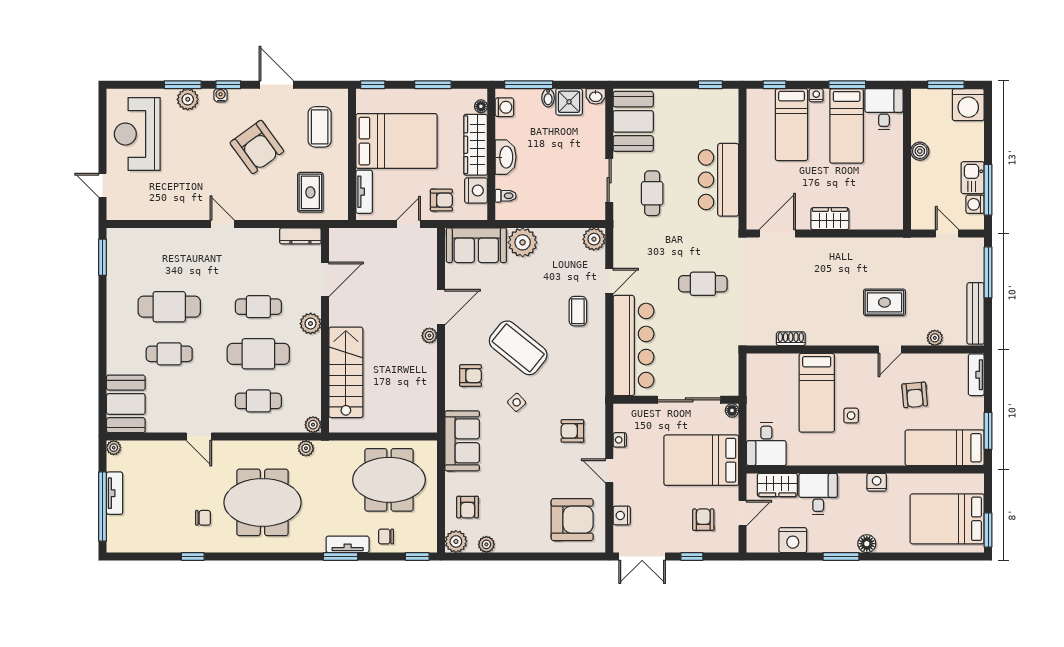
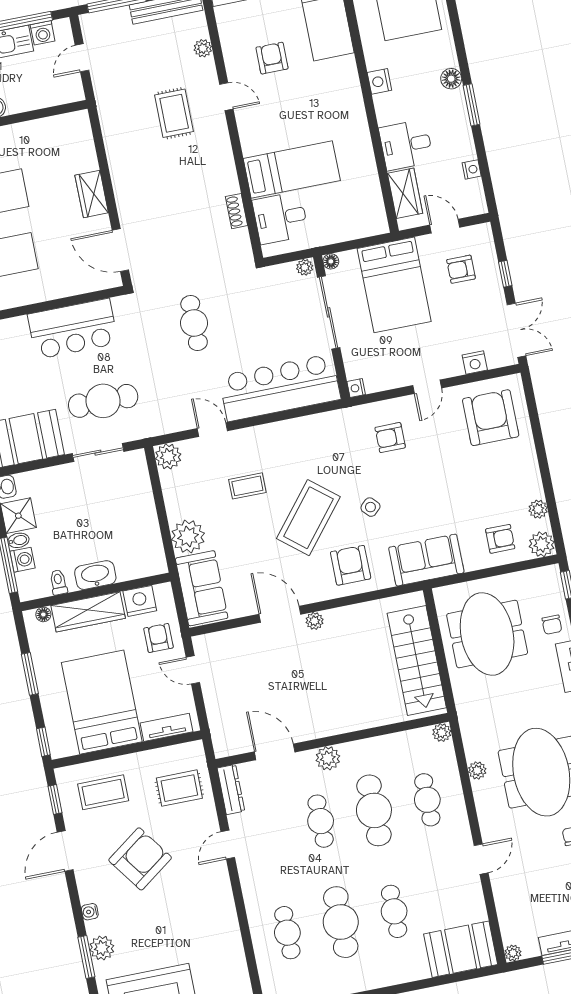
window: (228, 85) -> (55, 800), moved
washing machine: (504, 107) -> (22, 560), moved, turned 90
cafe table: (652, 193) -> (103, 401), width x1.37, depth x1.35
toilet: (506, 196) -> (58, 582), moved
door: (222, 224) -> (228, 845), moved
cafe table: (169, 260) -> (287, 933), added
coffee table: (578, 311) -> (247, 486), moved
stairs: (346, 372) -> (417, 660), moved, turned -90
armchair: (471, 376) -> (351, 565), width x1.38, depth x1.38
plant: (731, 387) -> (305, 267), added
armchair: (915, 395) -> (272, 58), turned -85
side table: (851, 416) -> (310, 125), removed
armchair: (572, 431) -> (390, 438), turned 90
nightstand: (620, 440) -> (356, 388), moved, turned 90
desk: (766, 444) -> (280, 218), moved, turned 180
plant: (306, 448) -> (477, 770), moved
nightstand: (793, 540) -> (472, 169), width x0.53, depth x0.56

